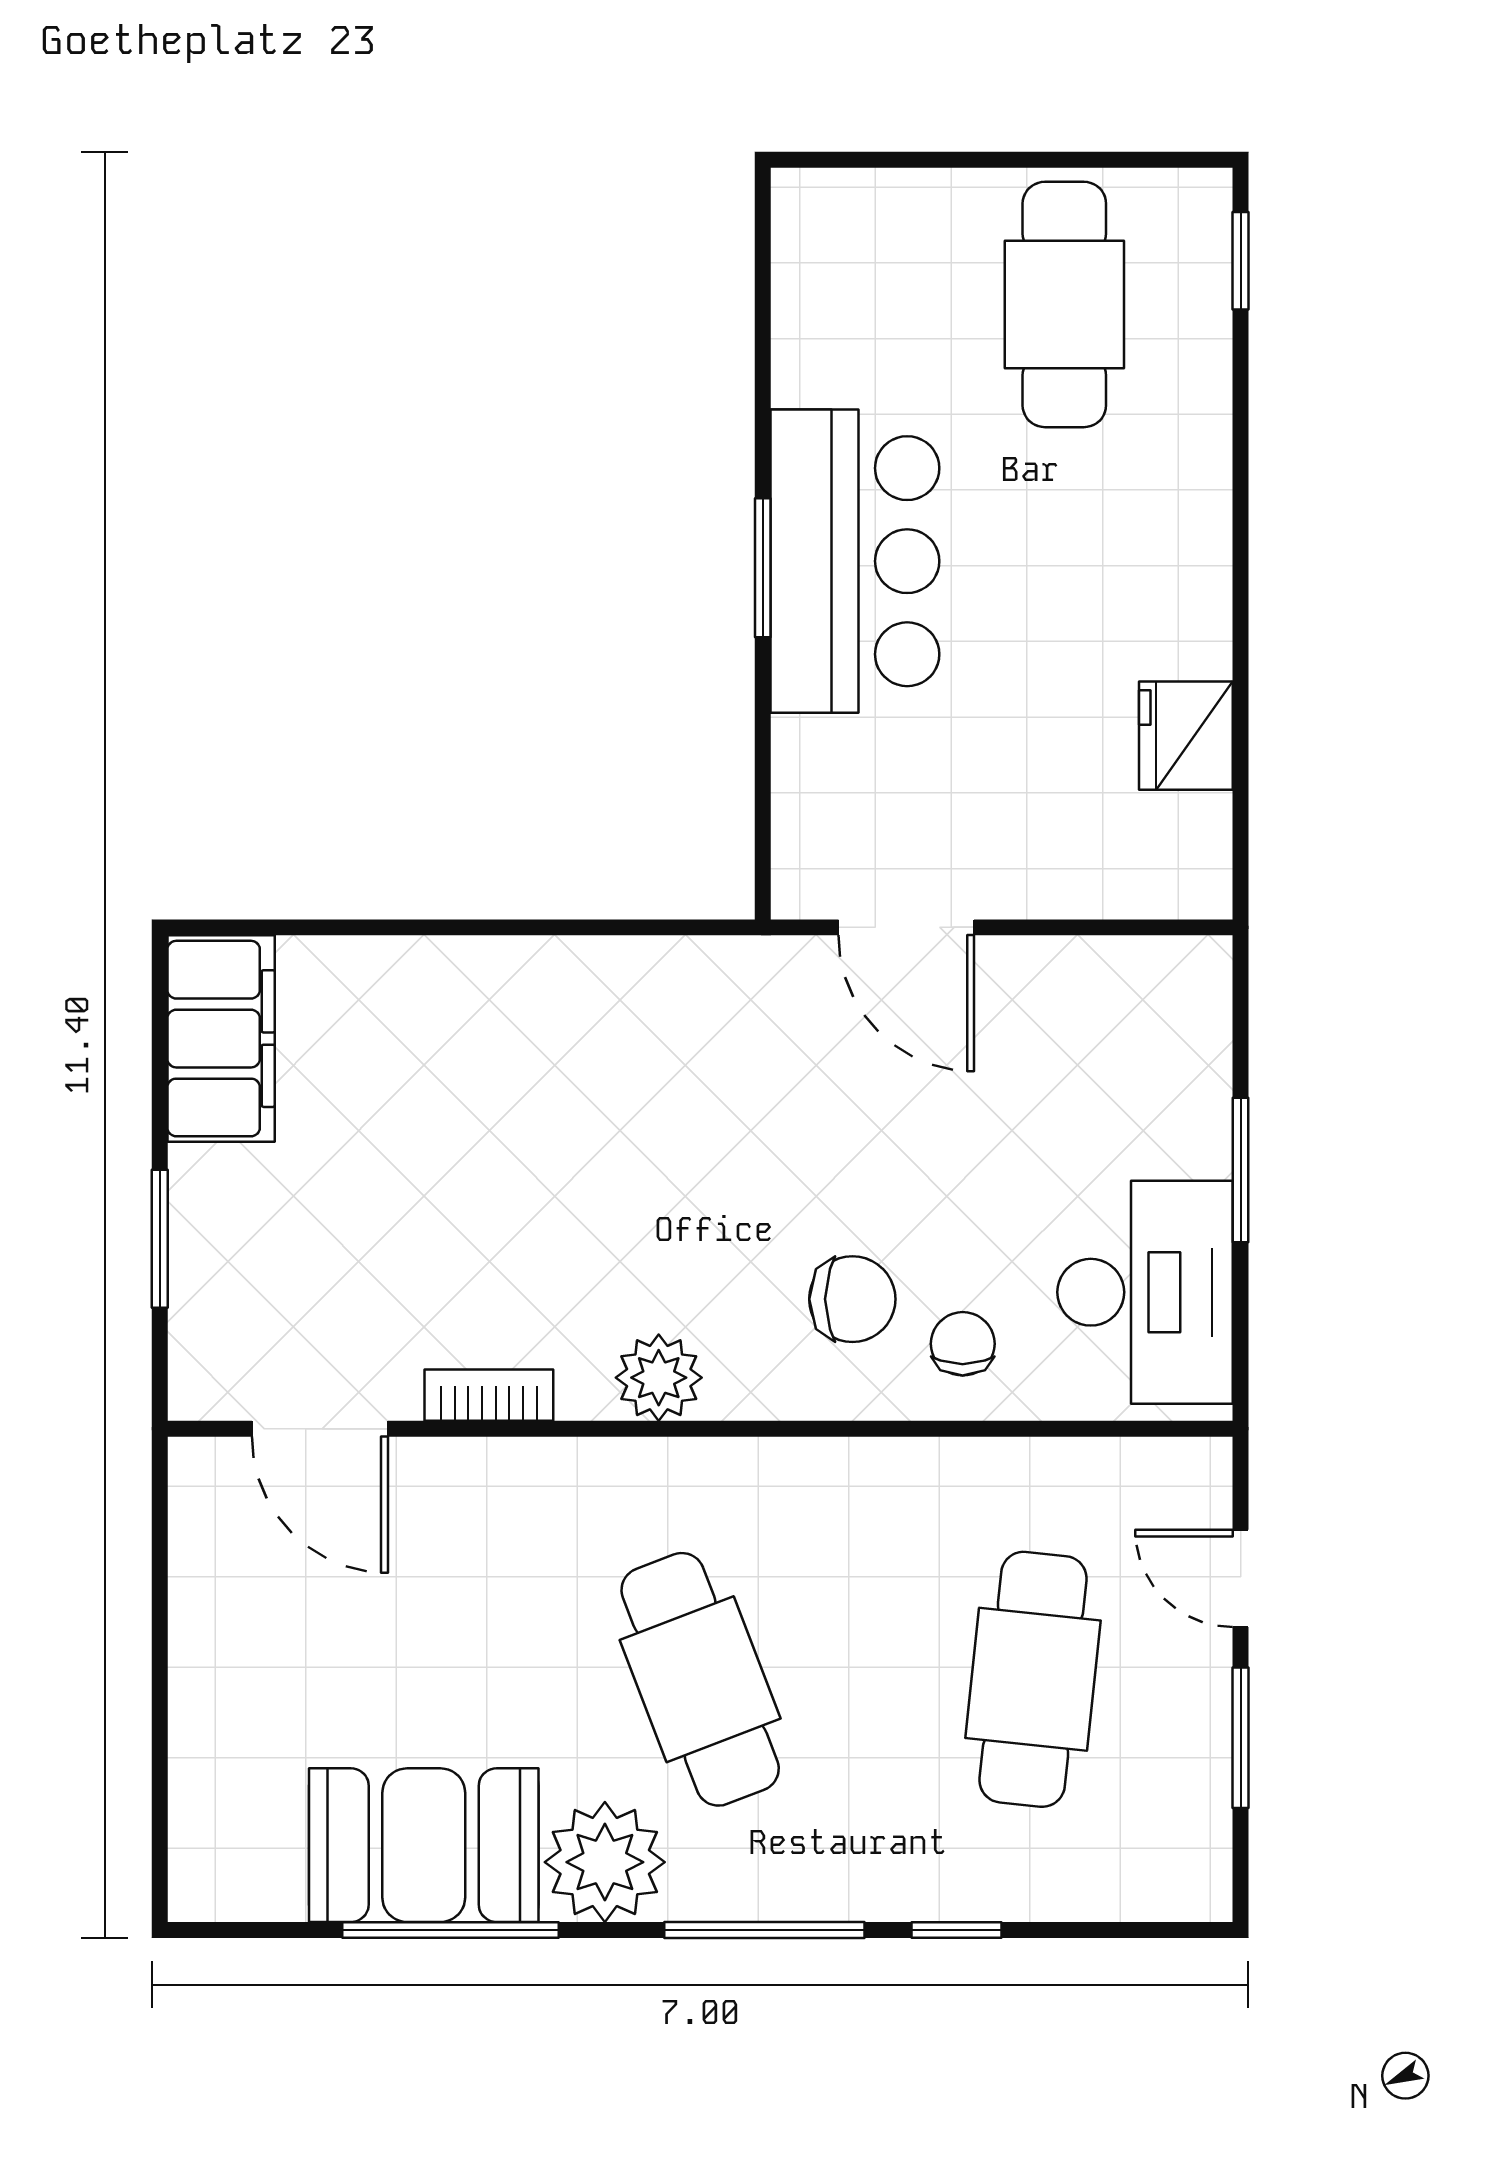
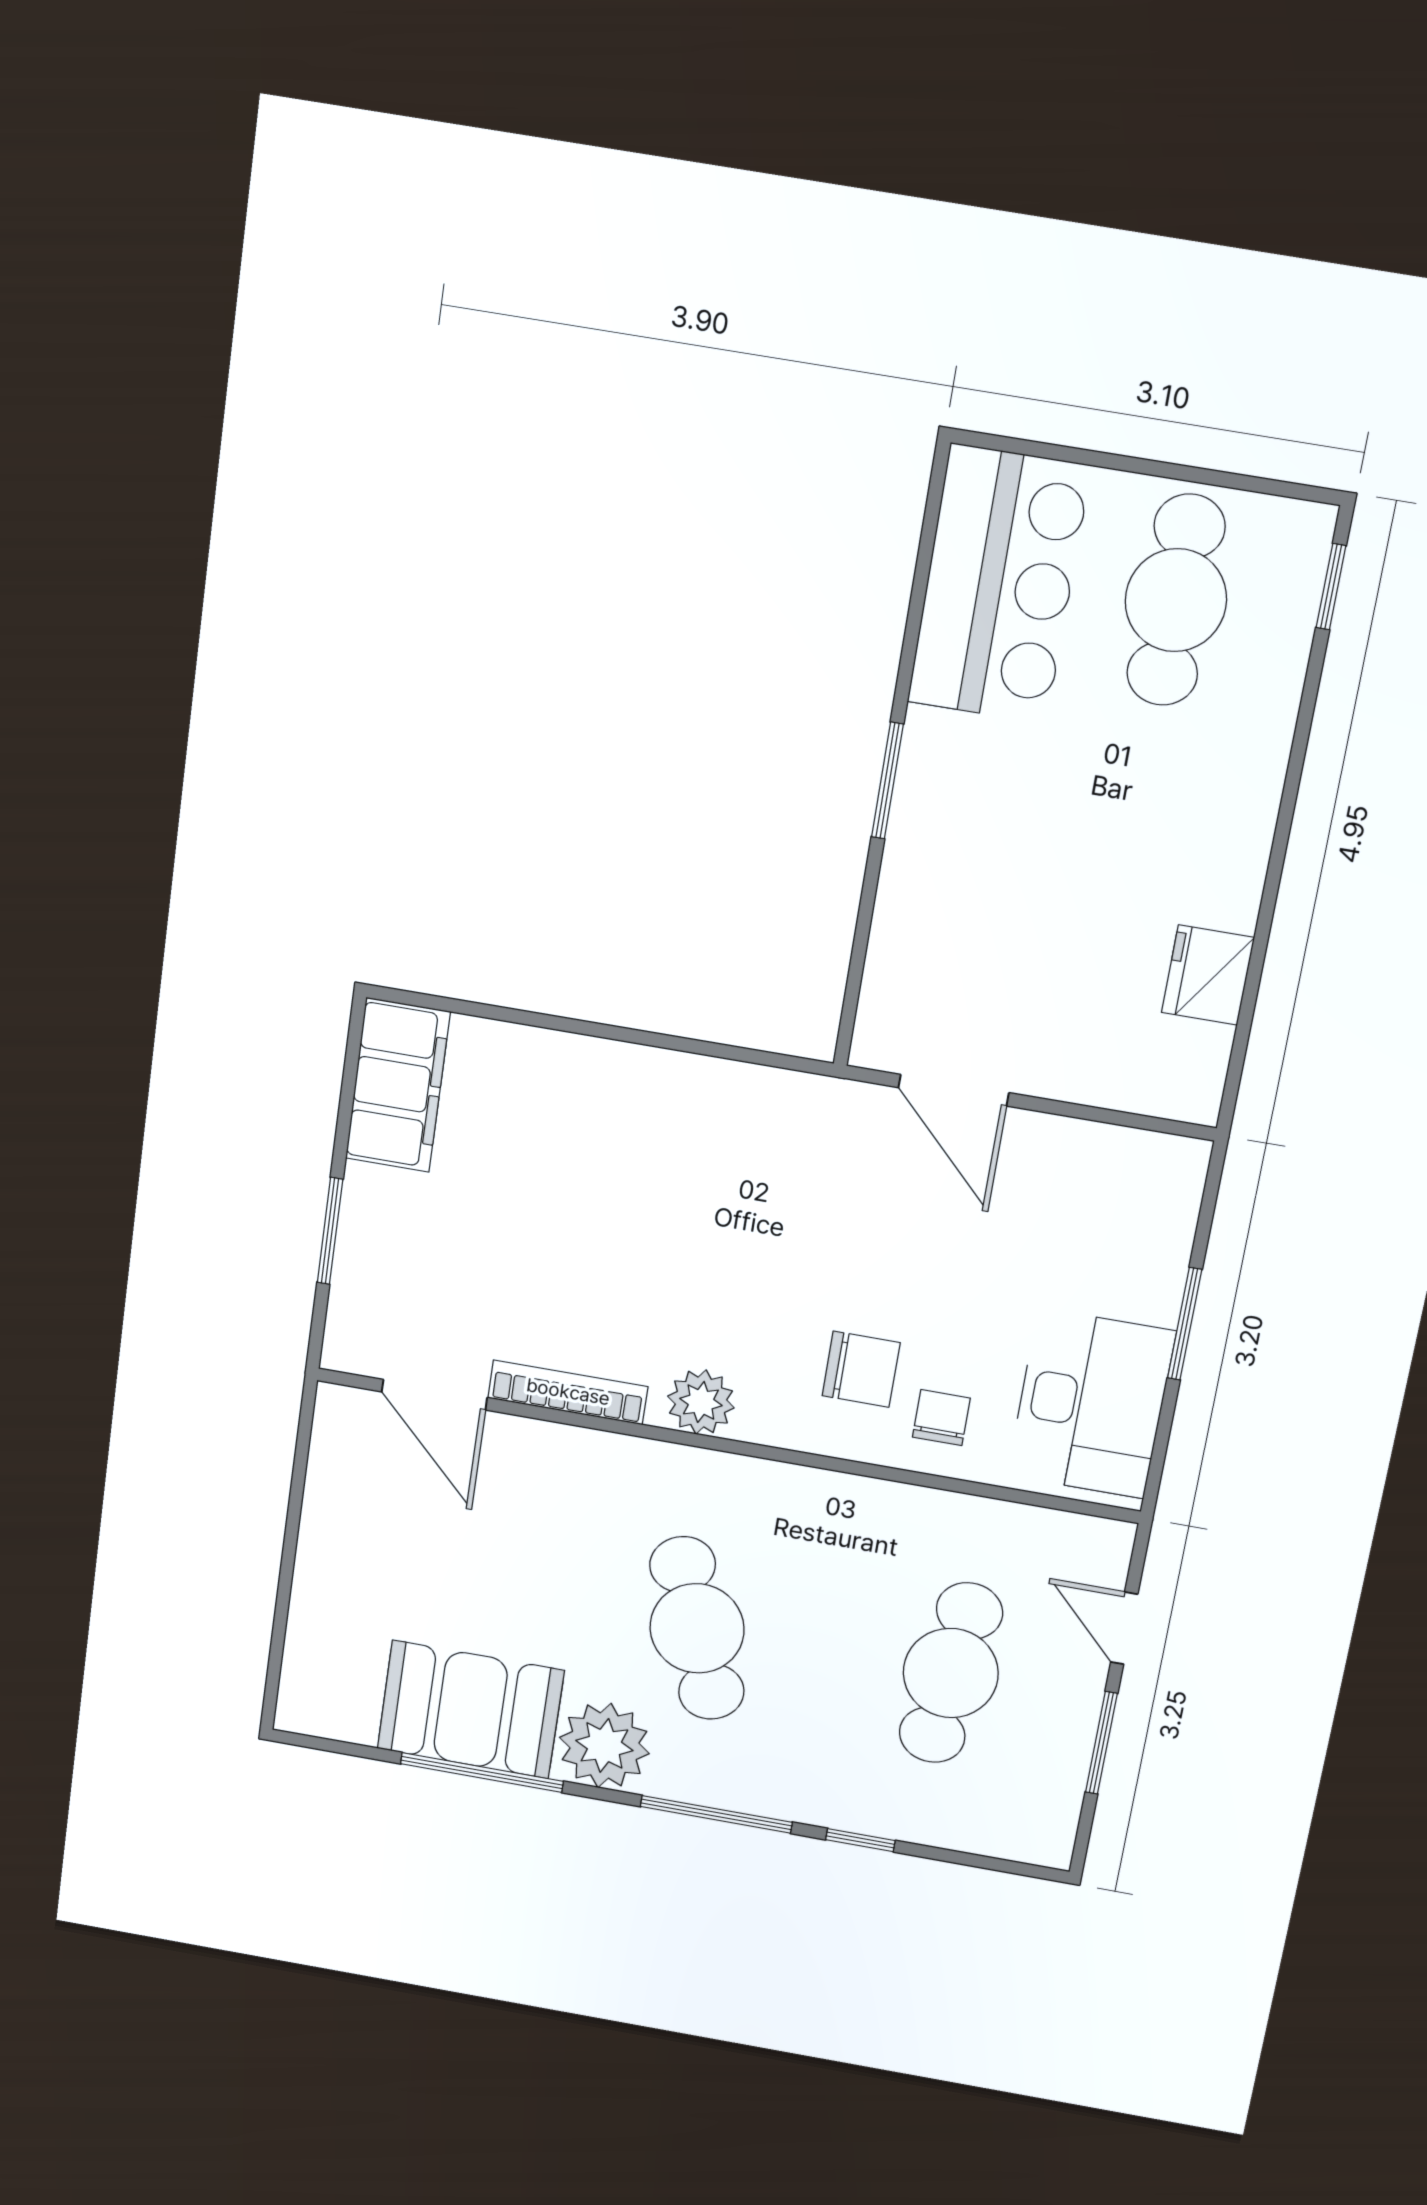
bar counter: (855, 561) -> (999, 584), moved
bookcase: (489, 1395) -> (568, 1392), width x1.56

